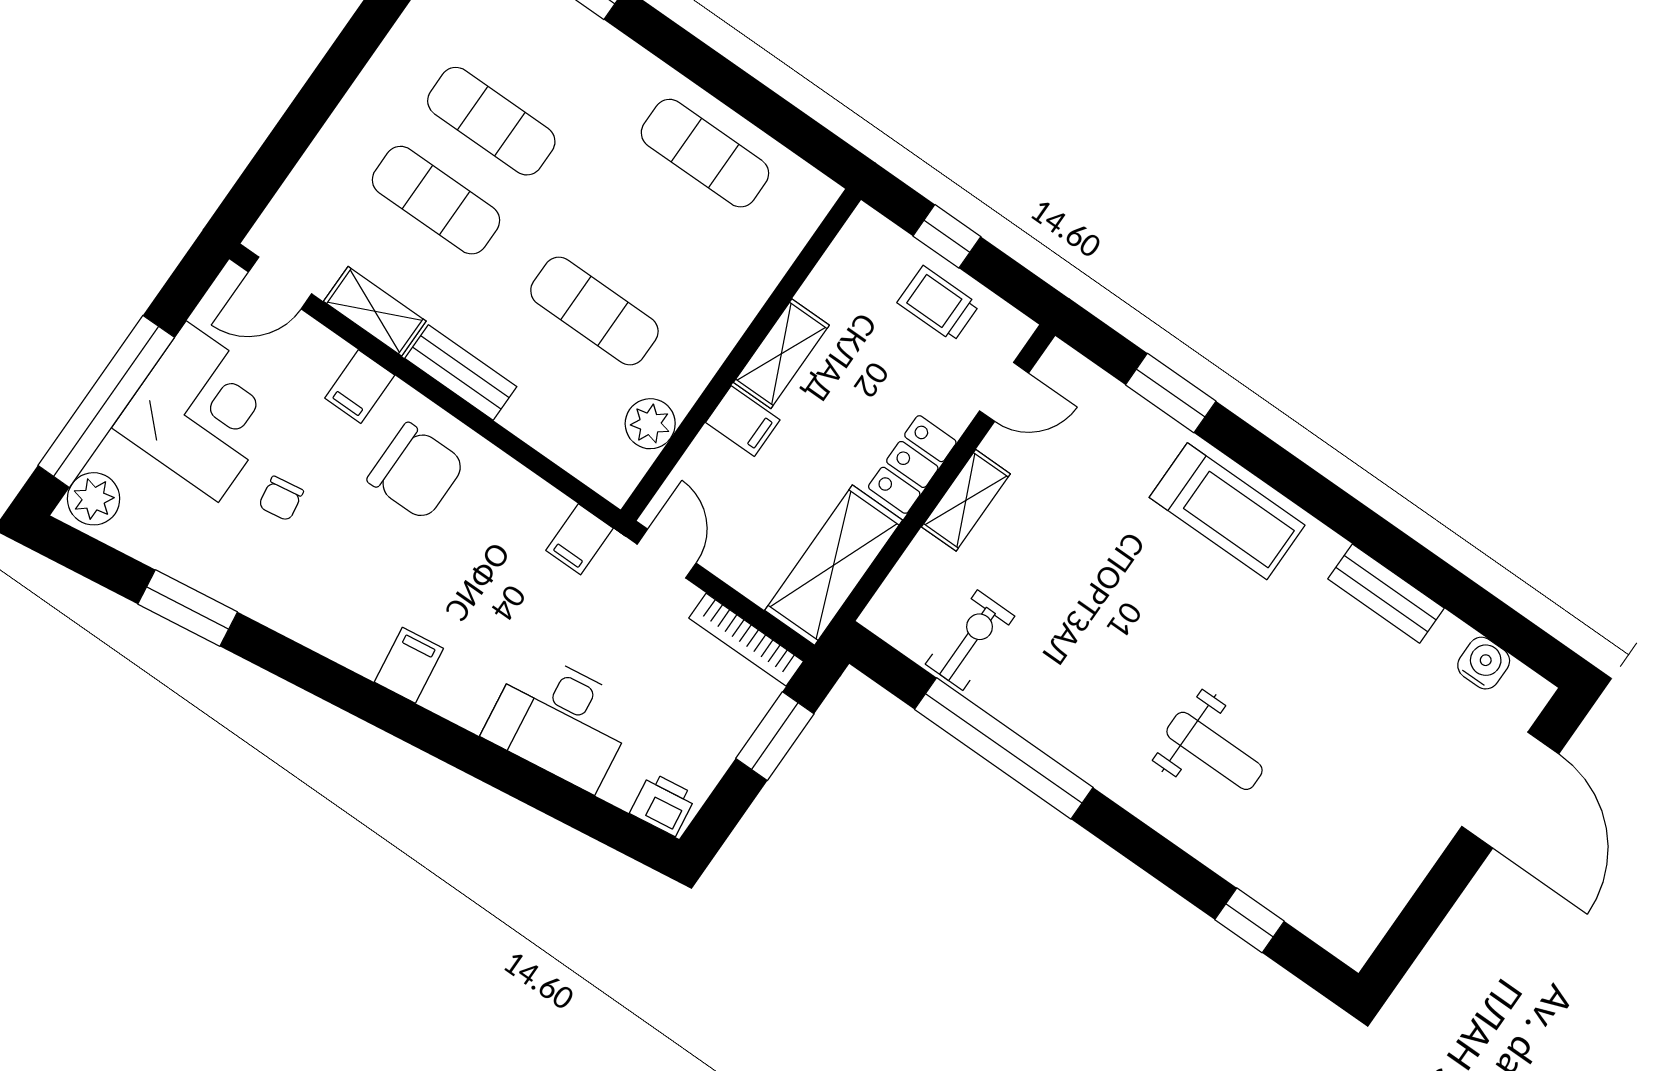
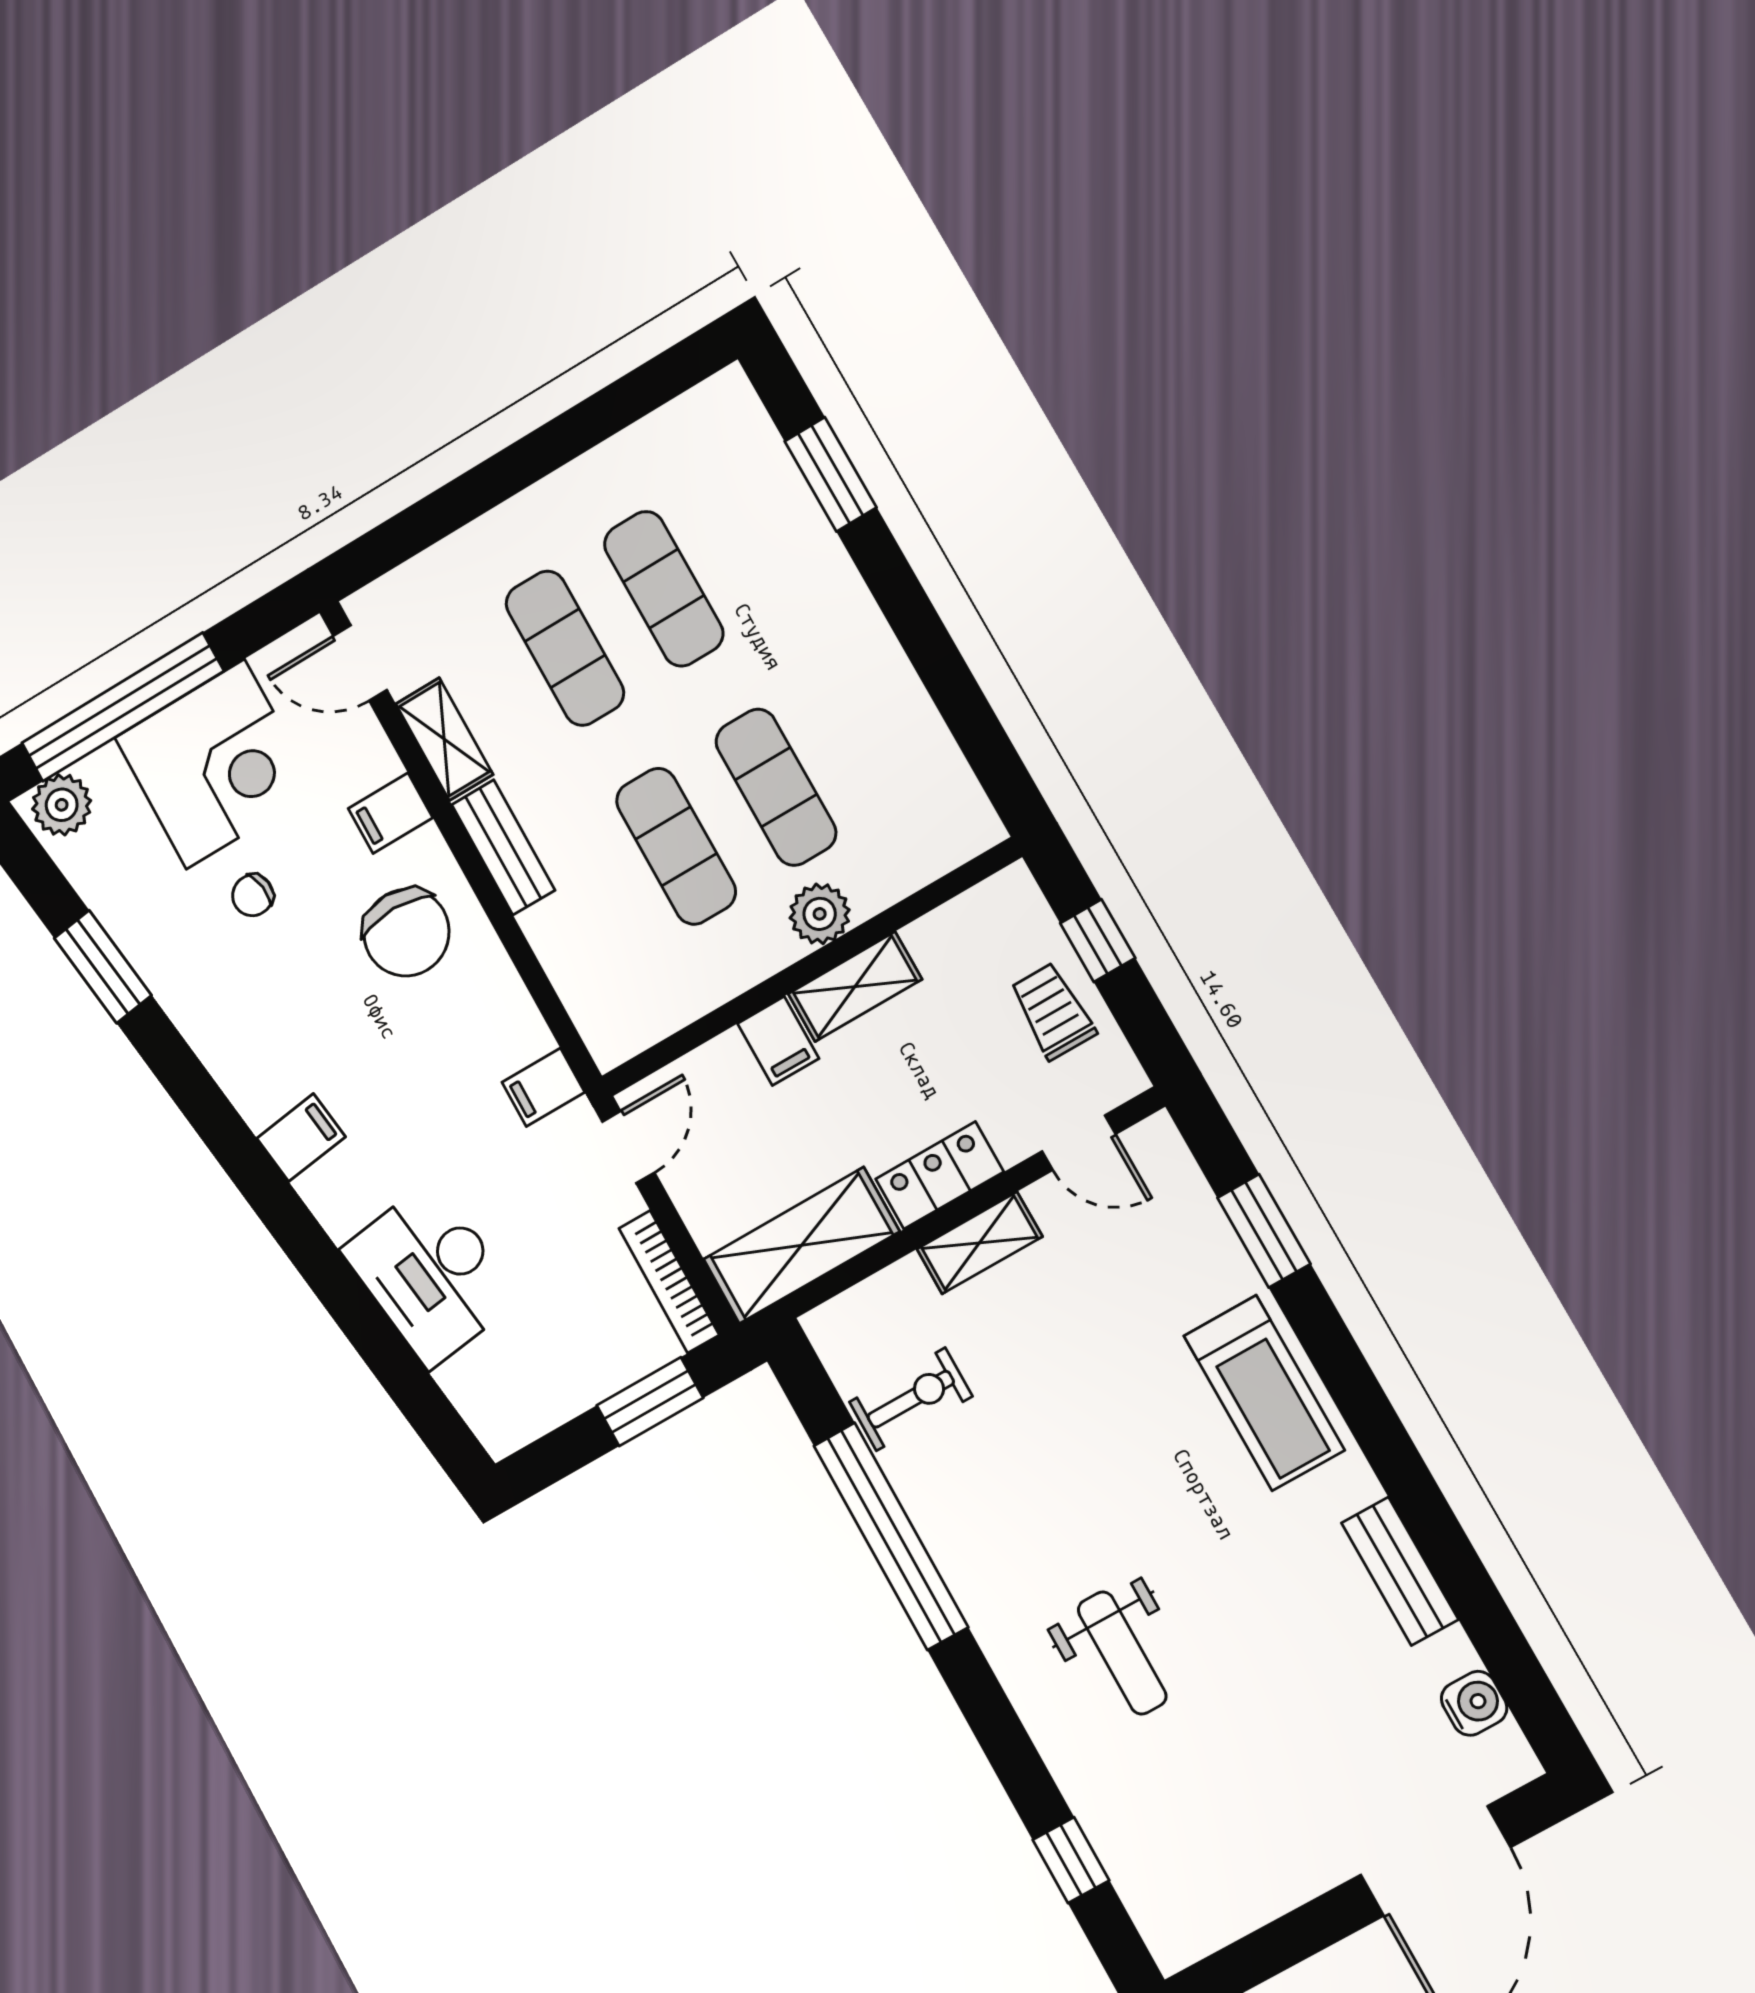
exercise mat: (705, 153) -> (776, 787), moved
plant: (650, 424) -> (820, 914), moved
printer: (663, 804) -> (496, 1417), removed

